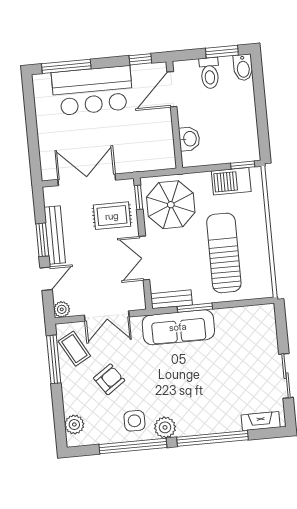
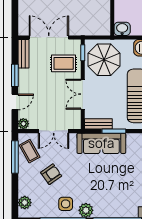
washbasin: (189, 139) -> (122, 29), moved, turned -90
bench: (55, 235) -> (23, 54), moved, width x0.73

